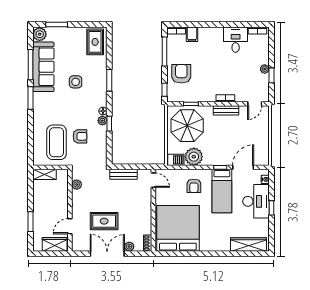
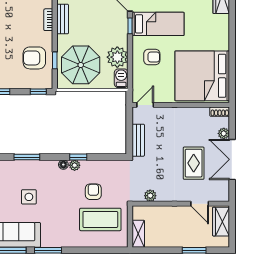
armchair: (181, 74) -> (34, 58), moved

